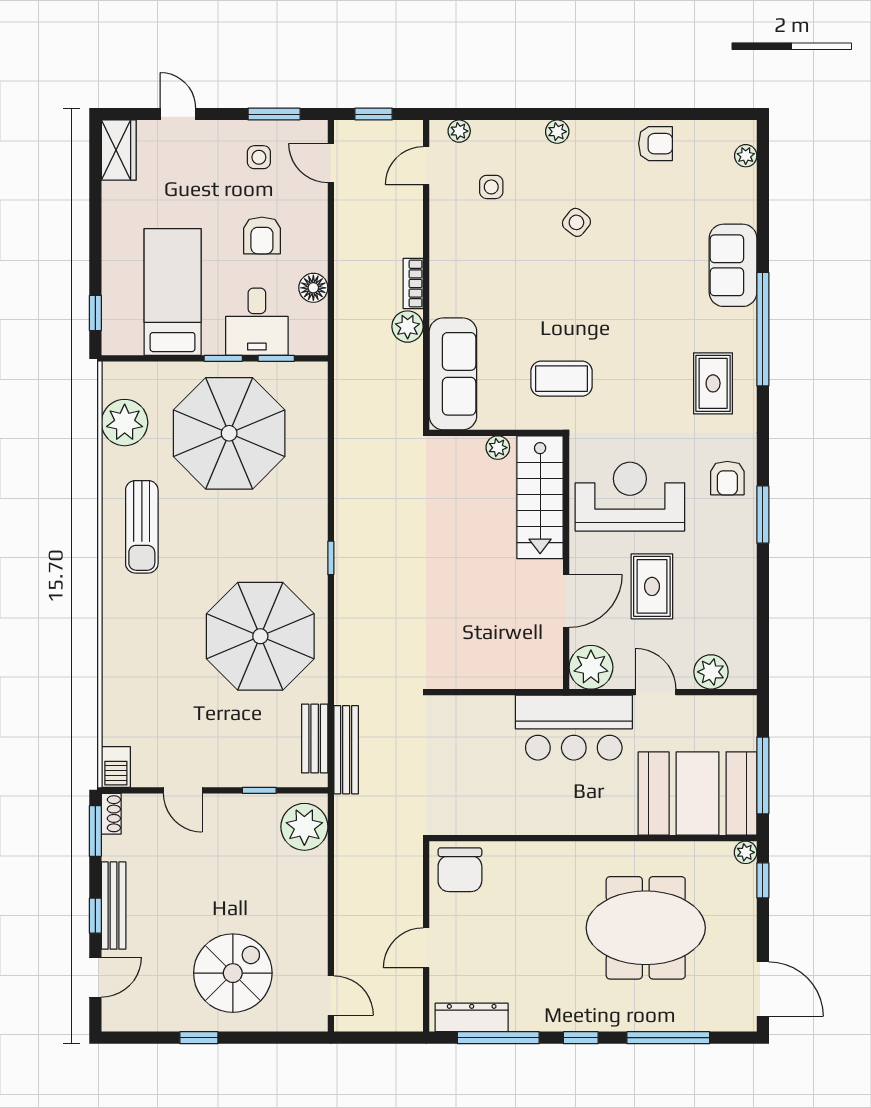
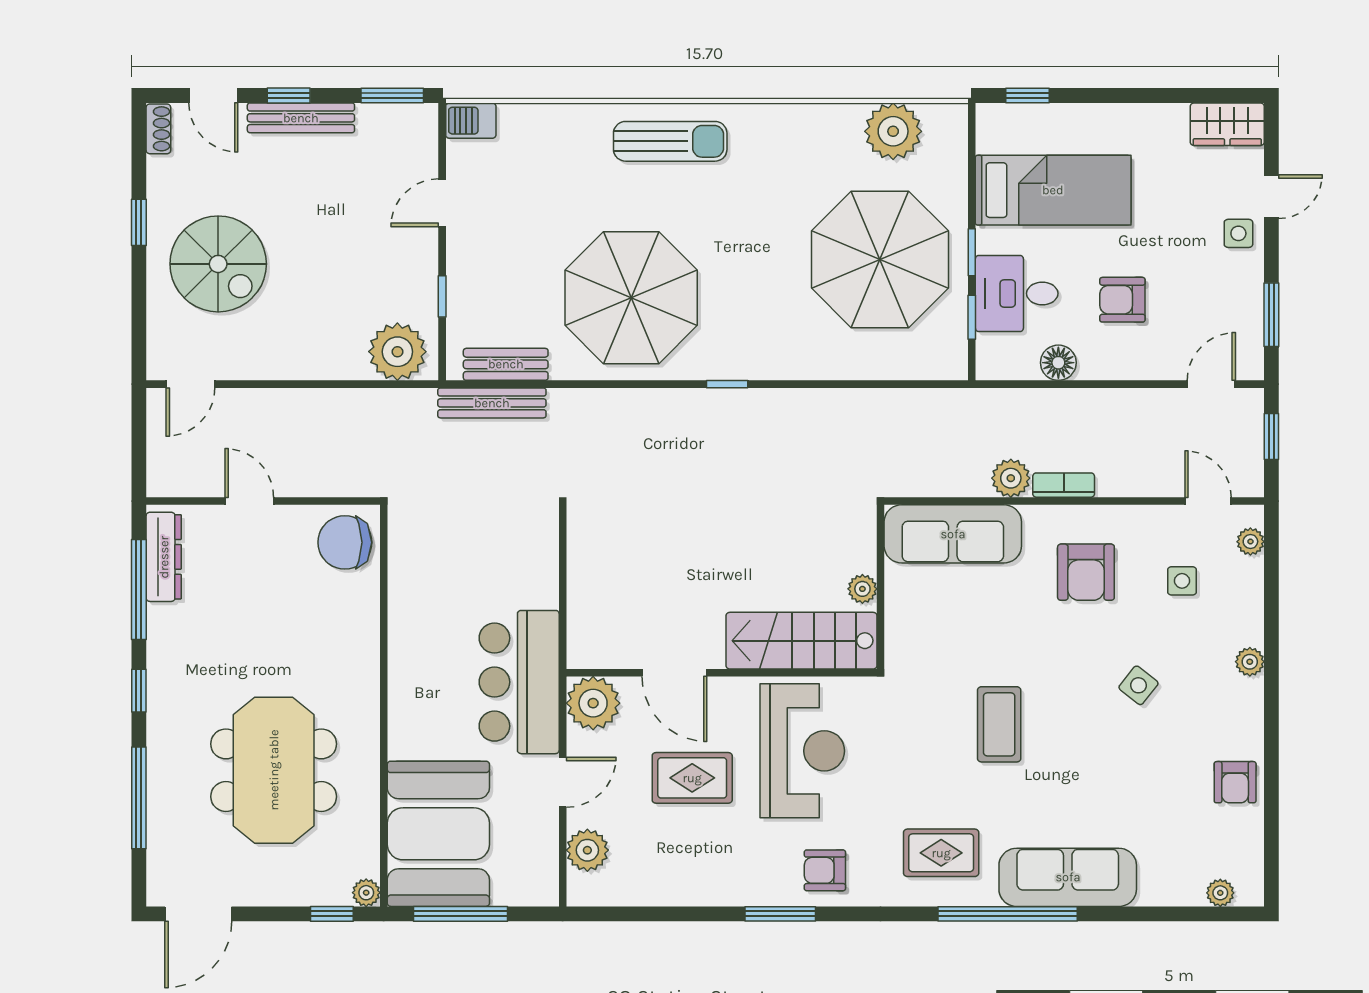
side table: (259, 157) -> (1238, 233), moved
armchair: (484, 265) -> (1086, 572), added
sofa: (733, 265) -> (1068, 877), width x1.36
coffee table: (562, 379) -> (999, 724), moved
sun lounger: (142, 527) -> (670, 141), moved, turned 180
shoe rack: (111, 814) -> (158, 129), moved, turned -90

